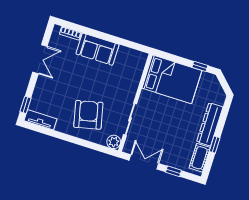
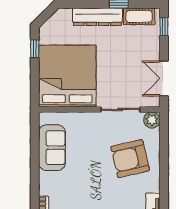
sofa: (97, 49) -> (52, 148), moved
bed: (172, 79) -> (67, 76), width x1.36
window: (174, 171) -> (164, 27), moved

